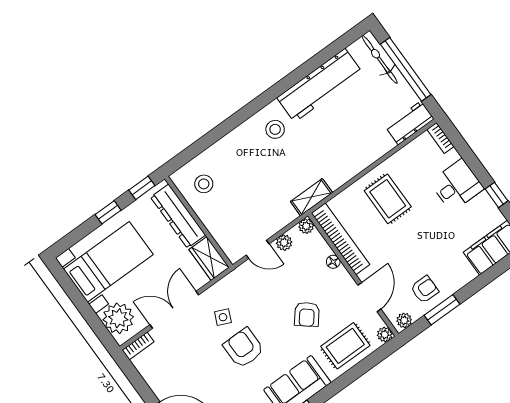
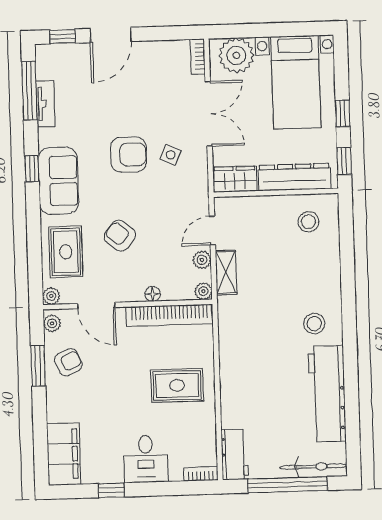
shelving: (311, 197) -> (226, 272), moved
armchair: (425, 289) -> (68, 362), turned -115

